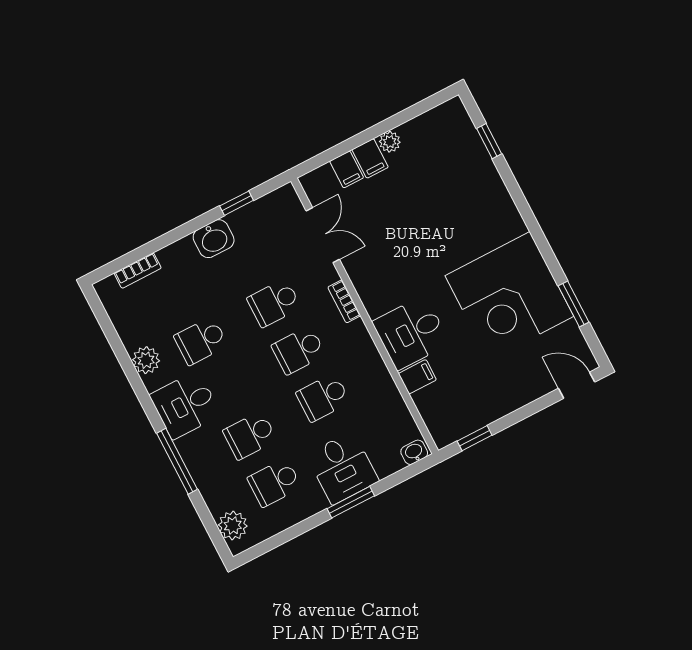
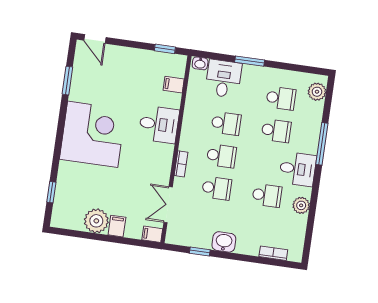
plant: (390, 142) -> (96, 221), width x1.88, depth x1.88
filing cabinet: (347, 169) -> (152, 234), moved, turned -90
corner desk: (509, 296) -> (93, 134), moved
filing cabinet: (417, 377) -> (174, 85), moved
desk: (343, 468) -> (223, 79), moved

